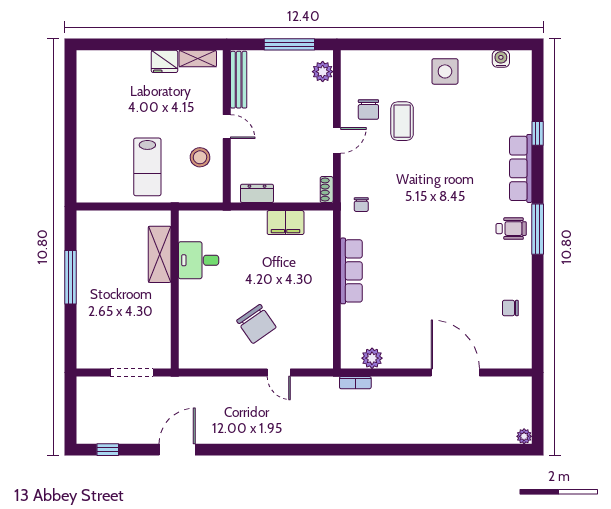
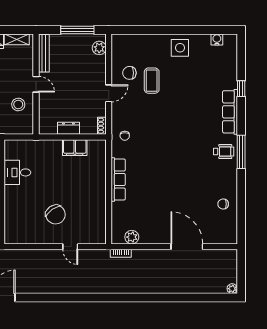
chair: (368, 109) -> (129, 73), turned 90
dresser: (257, 193) -> (68, 128), moved

